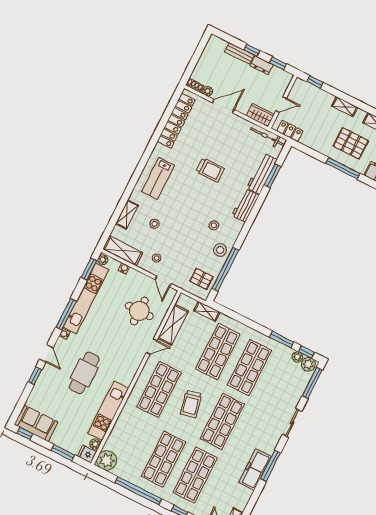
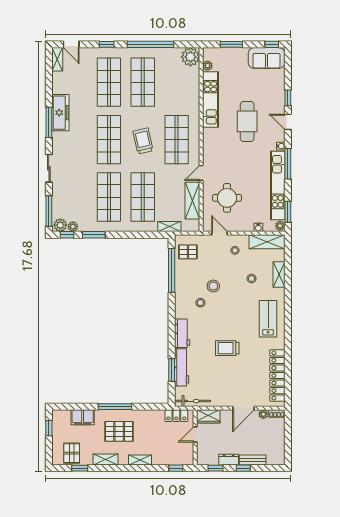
stool: (220, 250) -> (213, 286), moved
fridge: (87, 454) -> (210, 54), removed

